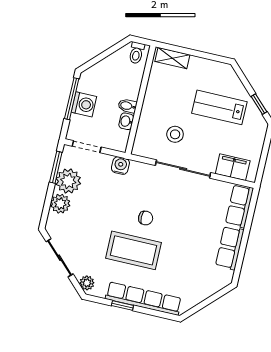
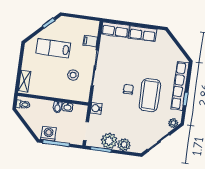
washing machine: (84, 104) -> (48, 134), moved
lab bench: (219, 107) -> (53, 48), turned 90
filing cabinet: (233, 167) -> (90, 41), width x0.50

